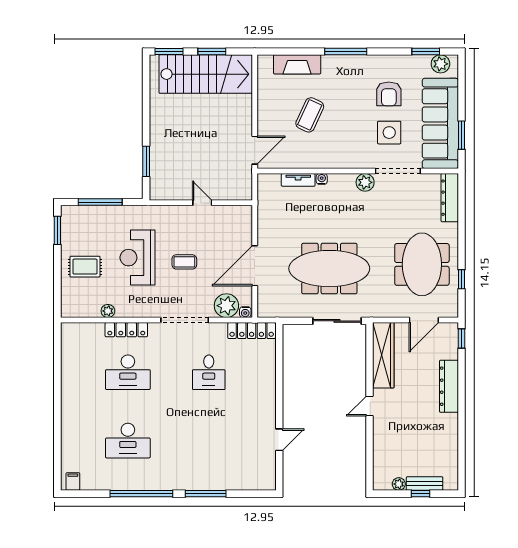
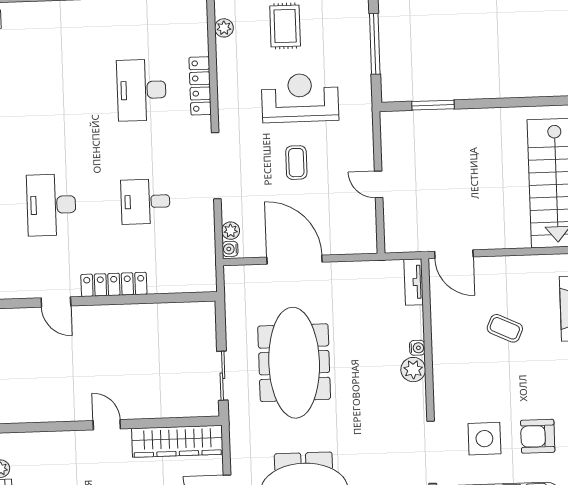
coffee table: (310, 115) -> (505, 328), width x0.73, depth x0.77
tv unit: (298, 180) -> (414, 282), moved
plant: (365, 182) -> (413, 370), moved
door: (202, 203) -> (379, 184), swing flipped
plant: (226, 306) -> (231, 231), width x0.53, depth x0.53
plant: (108, 311) -> (224, 28), moved
sliding door: (337, 321) -> (222, 376), width x0.73
locker: (252, 331) -> (114, 284), moved, turned 90
desk: (128, 441) -> (51, 205), moved

